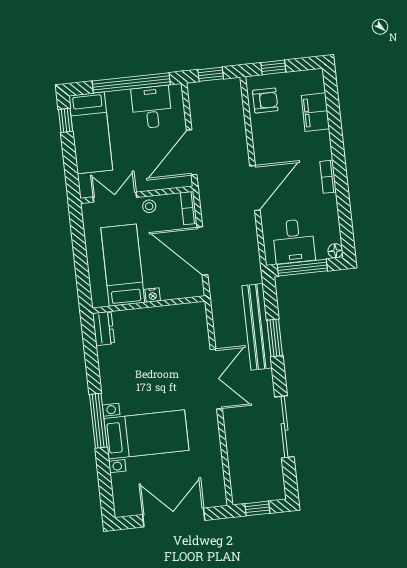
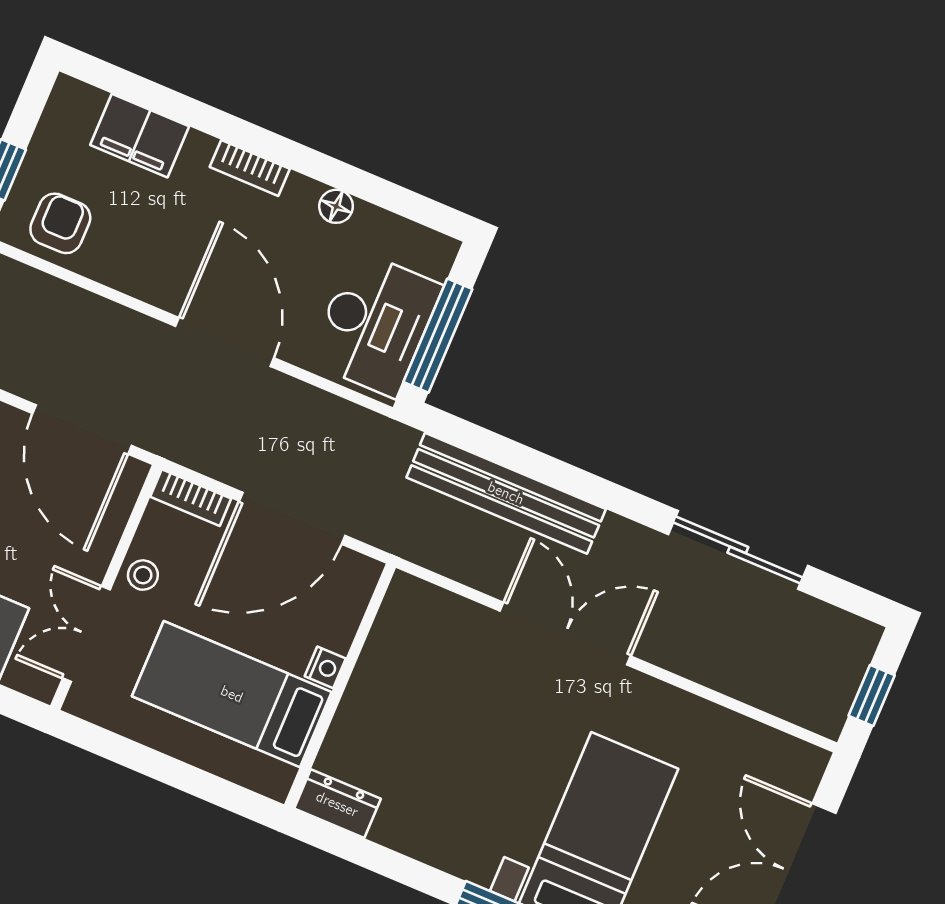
bookcase: (328, 177) -> (250, 168), moved
desk: (294, 241) -> (375, 324), width x1.37
floor lamp: (335, 251) -> (336, 206), moved
window: (275, 338) -> (548, 470), removed

